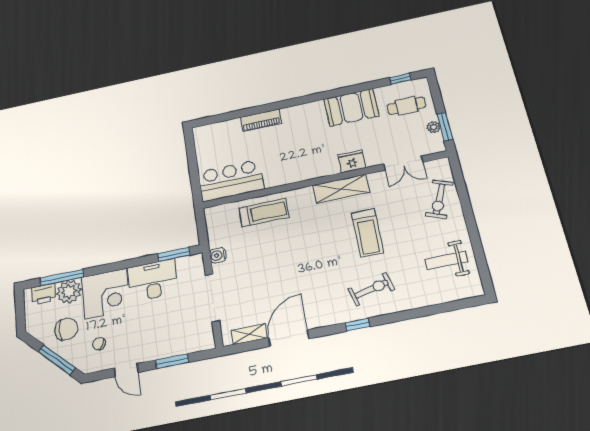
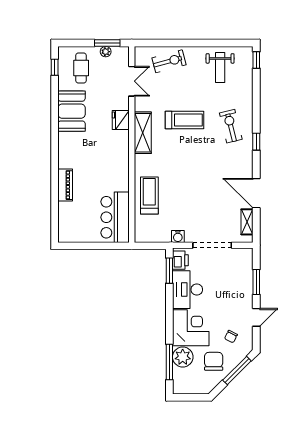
exercise bike: (439, 199) -> (169, 61), turned -38
printer: (44, 294) -> (180, 260), moved
window: (468, 303) -> (256, 60), added

